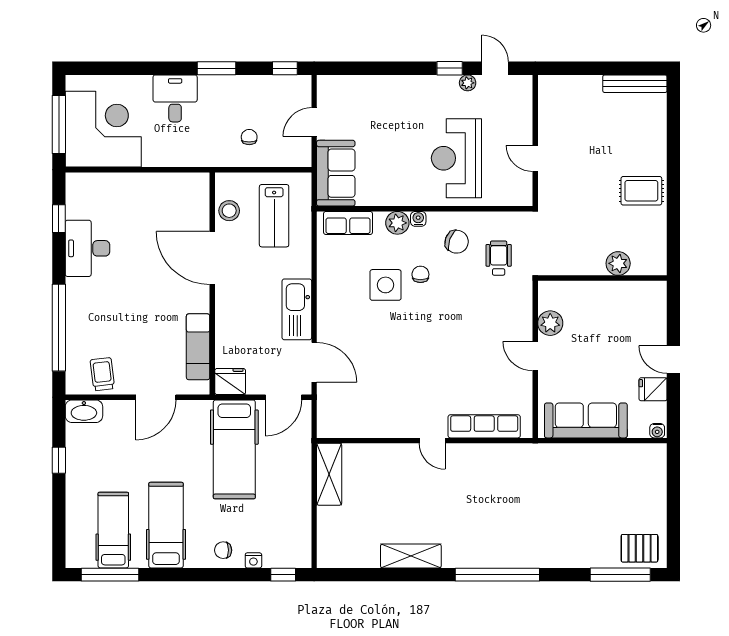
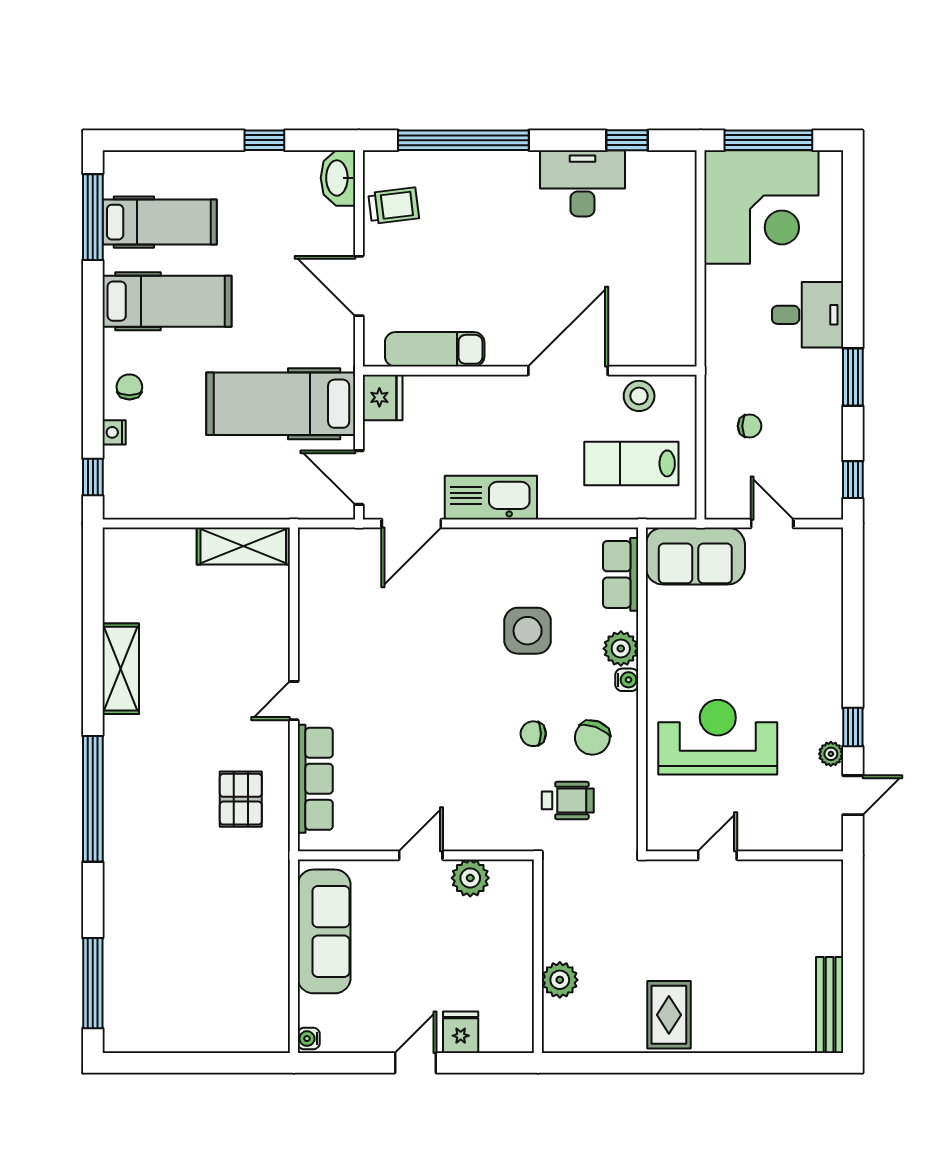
chair: (420, 274) -> (533, 734), moved, turned 180
fridge: (653, 389) -> (461, 1032), moved
pallet: (640, 548) -> (241, 799), moved

